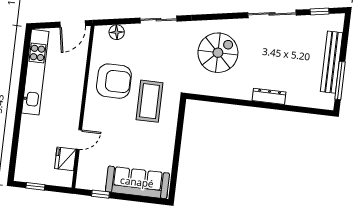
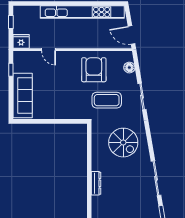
kitchen unit: (35, 72) -> (82, 12), width x1.36
armchair: (114, 81) -> (94, 70), turned 180
coffee table: (149, 101) -> (107, 100), moved
fridge: (65, 159) -> (21, 41), moved

